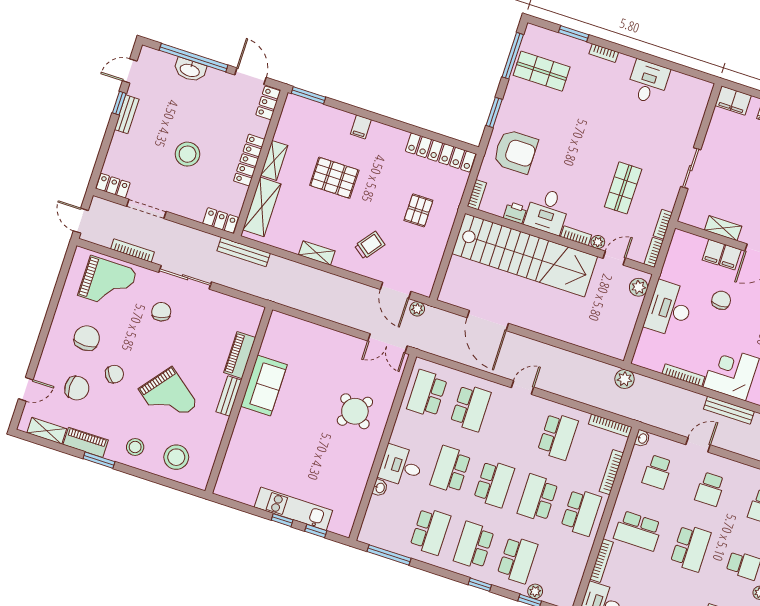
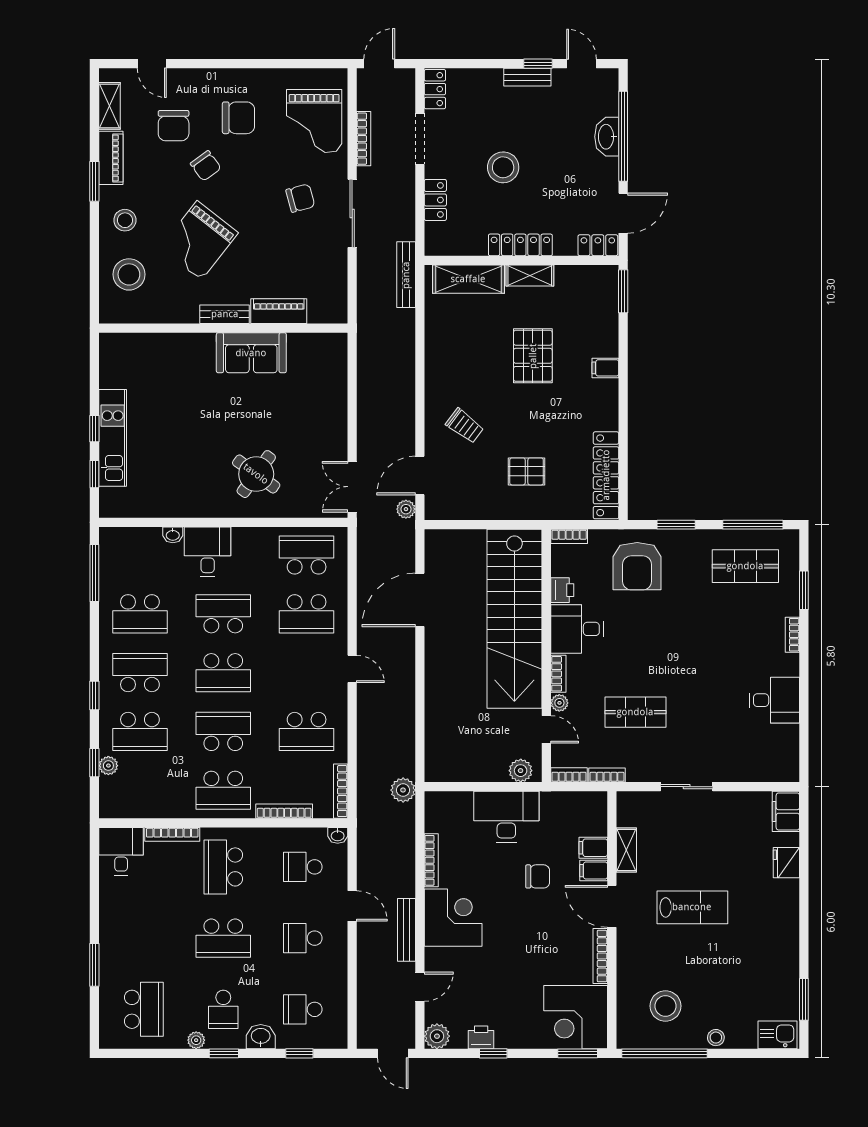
shop shelf: (542, 71) -> (745, 566), turned 90
locker: (221, 220) -> (435, 200), moved
shelving: (317, 253) -> (434, 364), removed

